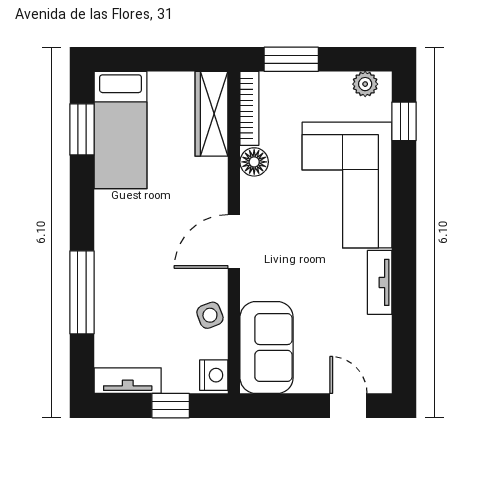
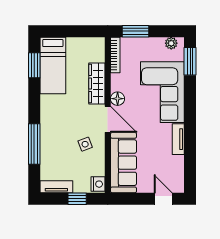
wardrobe: (211, 114) -> (97, 83), moved
window: (404, 121) -> (190, 61), width x1.50
floor lamp: (254, 162) -> (118, 99), moved
door: (234, 241) -> (108, 119), swing flipped
side table: (210, 315) -> (85, 144), moved
sofa: (267, 347) -> (124, 163), width x1.36

